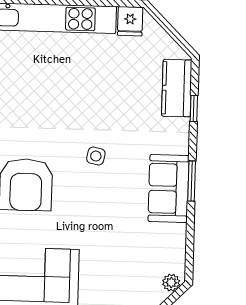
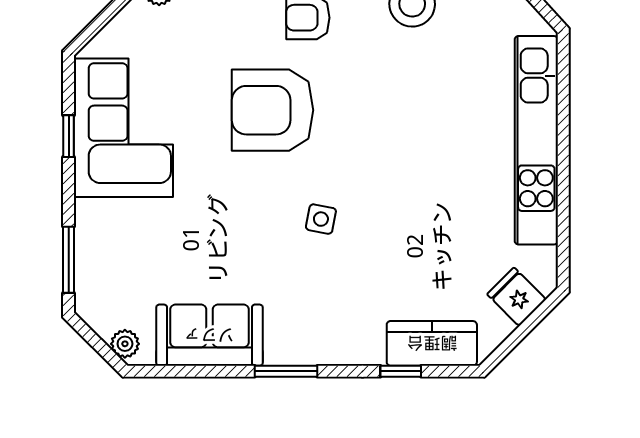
fridge: (130, 21) -> (517, 297), moved, turned 45
sofa: (169, 188) -> (209, 335), moved

